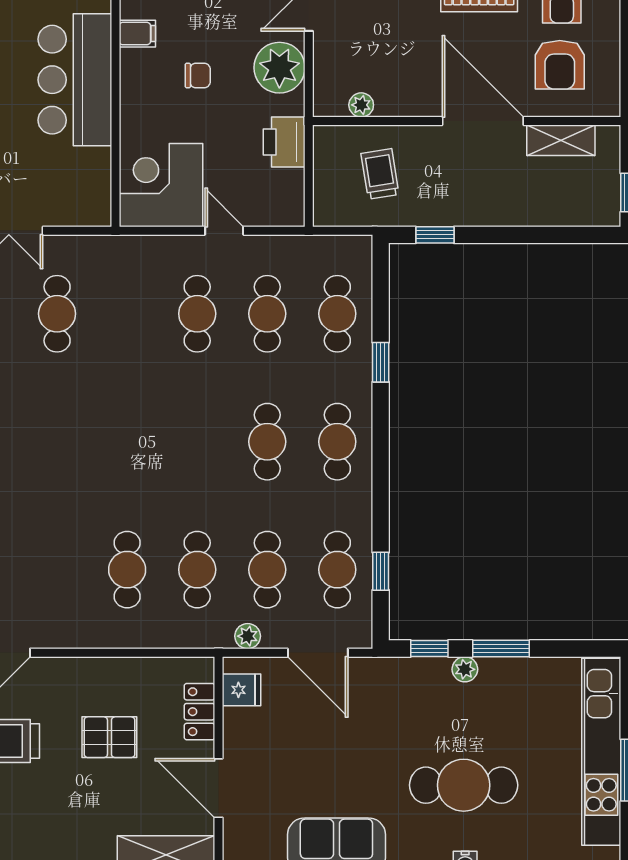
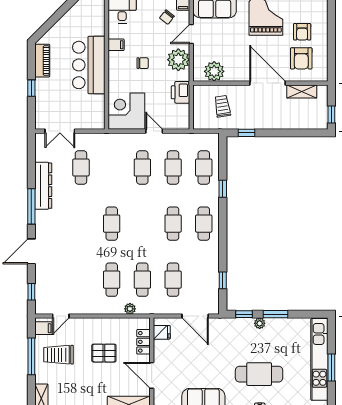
plant: (361, 105) -> (214, 71), width x1.88, depth x1.88
cafe table: (337, 570) -> (112, 224), moved
plant: (248, 636) -> (130, 309), moved

